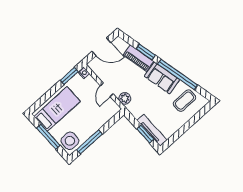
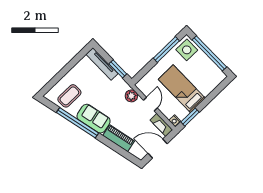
window: (146, 52) -> (111, 145), removed
fireplace: (97, 69) -> (161, 125), added
bed: (57, 109) -> (182, 89), moved, turned 90
window: (145, 134) -> (118, 69), moved
window: (48, 137) -> (209, 53), width x1.46

